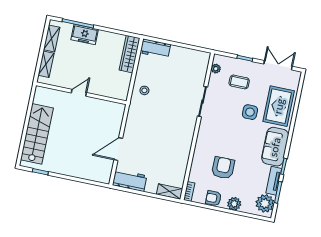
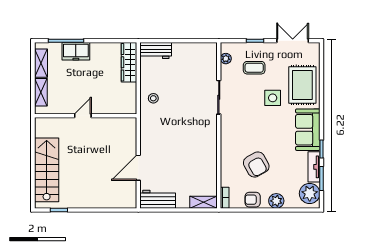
armchair: (223, 168) -> (256, 165), turned 151

